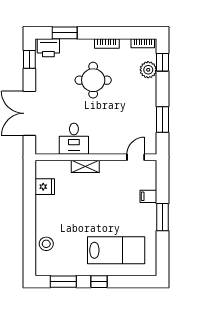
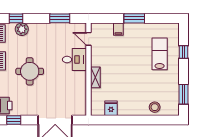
desk: (74, 139) -> (74, 60), moved
lab bench: (116, 250) -> (160, 54), width x0.73, depth x0.72
window: (99, 282) -> (183, 52), moved

